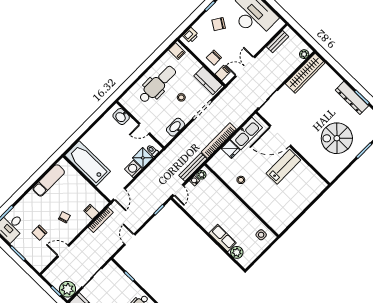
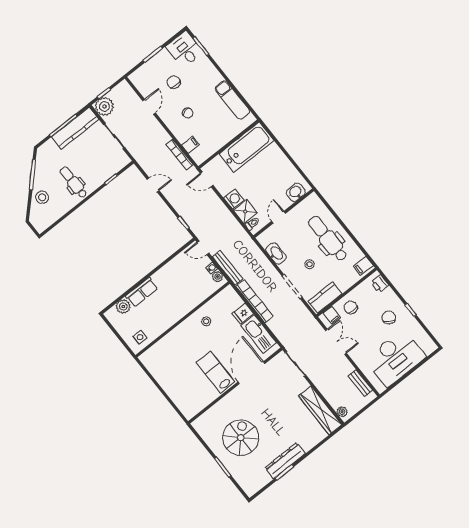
dental chair: (157, 84) -> (328, 239), turned 180
lab bench: (283, 167) -> (215, 372), turned 180

